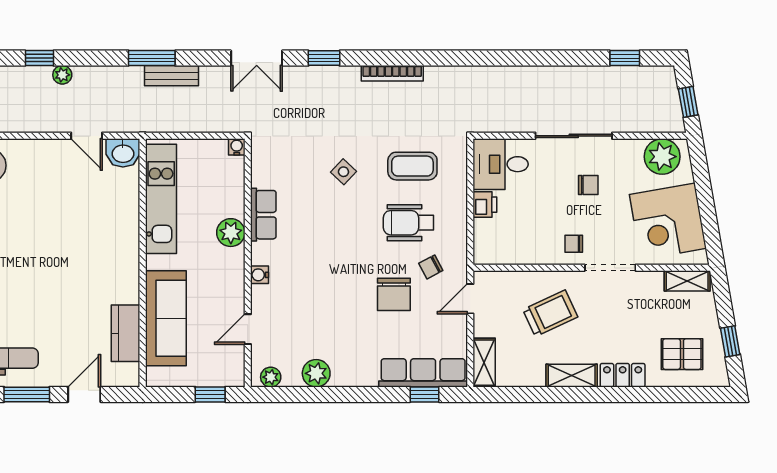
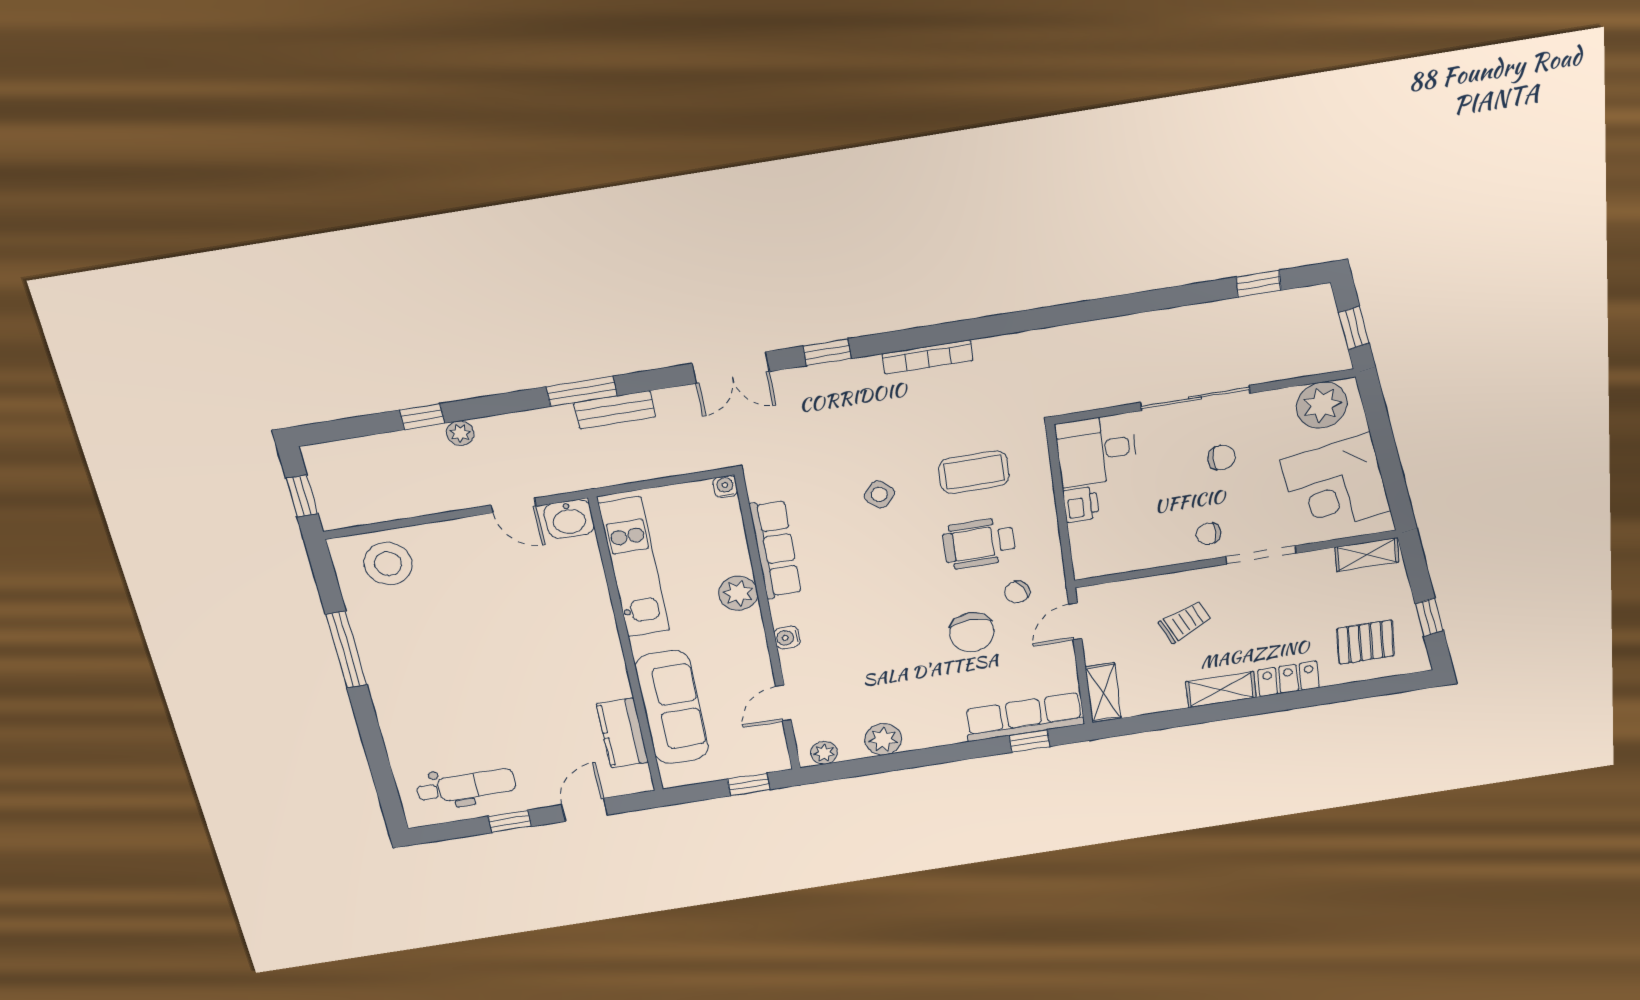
row of seats: (263, 215) -> (775, 549), width x1.48
trolley: (550, 313) -> (1185, 622), width x0.73, depth x0.72
window: (27, 394) -> (510, 821), width x0.67

